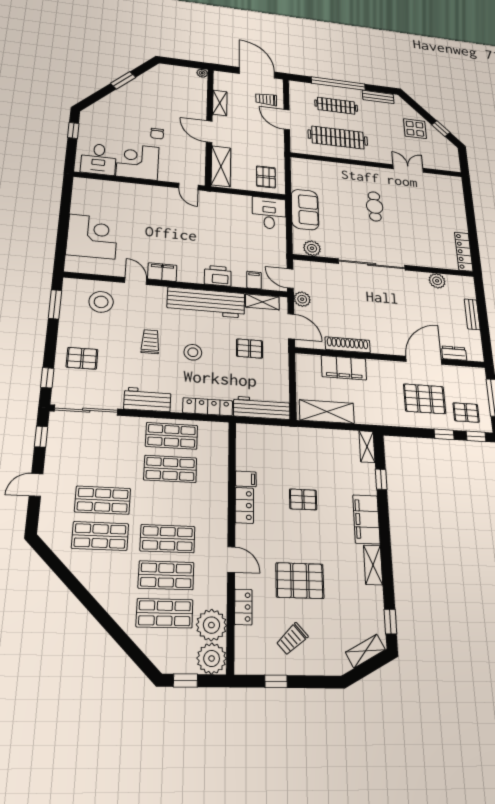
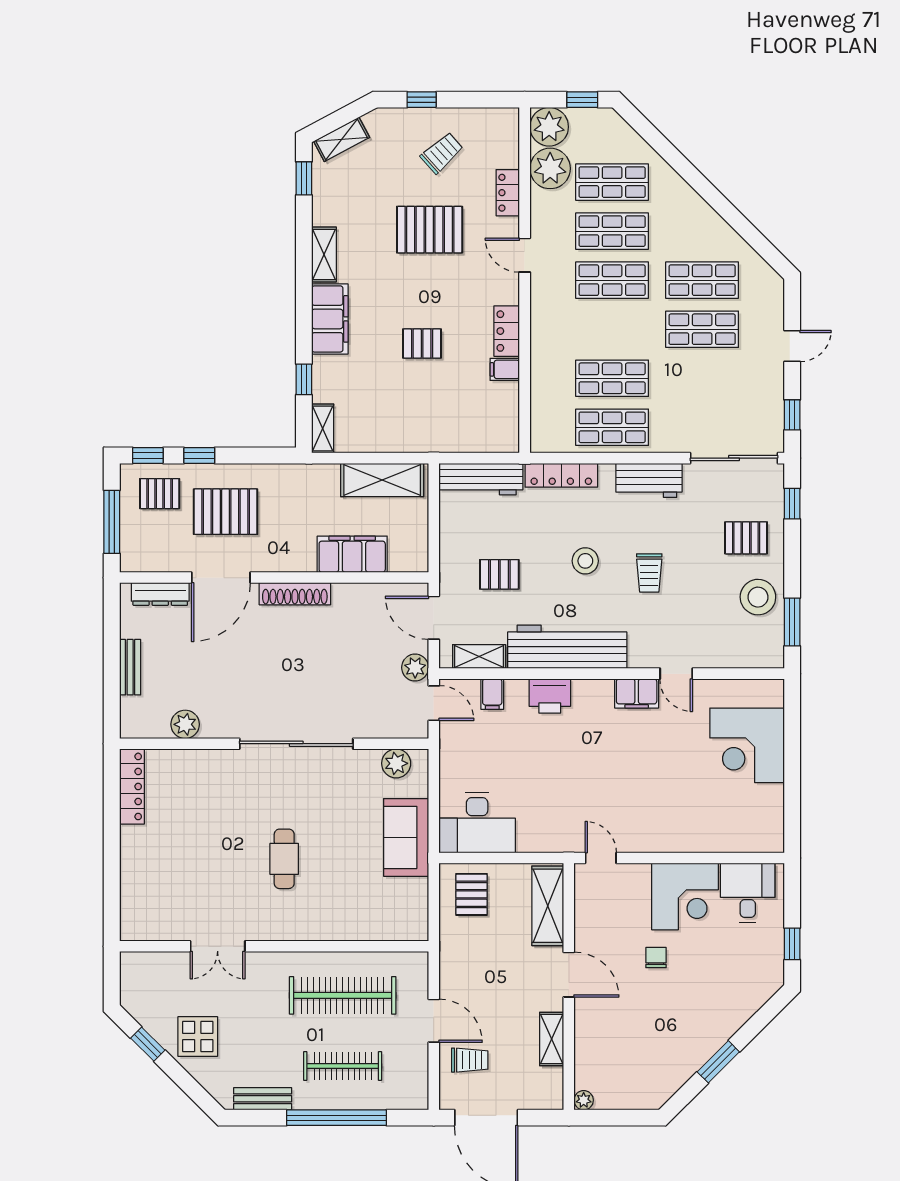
desk: (269, 213) -> (477, 823), width x1.37
stool: (101, 302) -> (758, 597), moved
shoe rack: (348, 345) -> (295, 594), moved
dresser: (454, 353) -> (160, 594), width x1.44
window: (276, 681) -> (422, 100), moved

